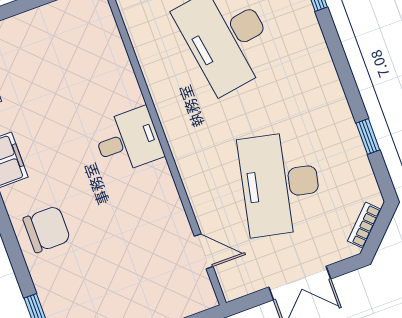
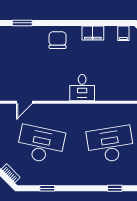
chair: (47, 229) -> (58, 40), turned 180

